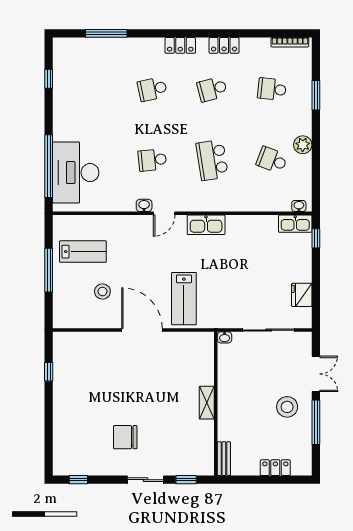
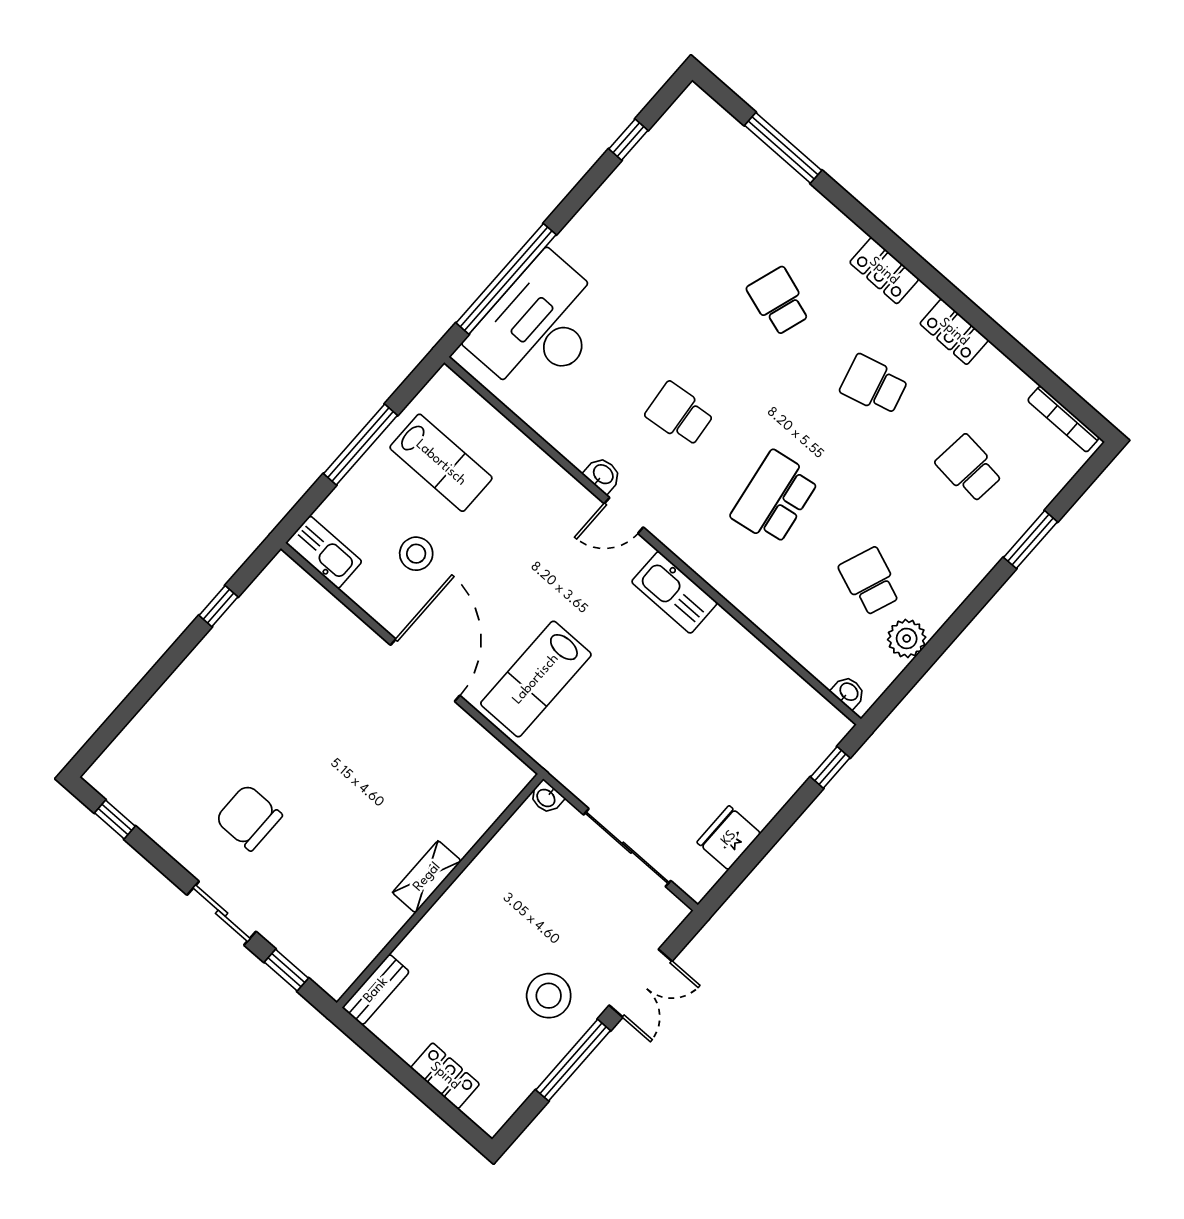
school desk: (152, 89) -> (779, 301), turned 30
plant: (303, 145) -> (907, 638), moved
kitchen sink: (295, 224) -> (324, 552), moved, turned 180

